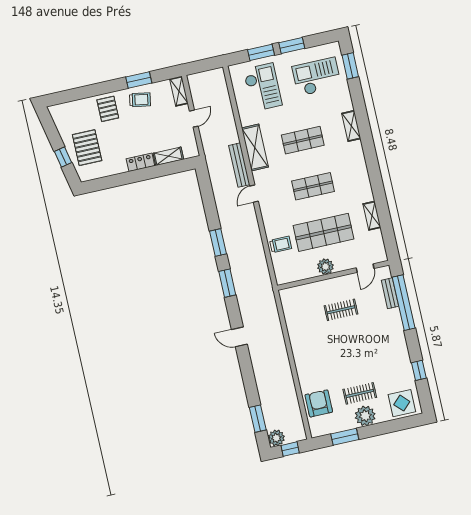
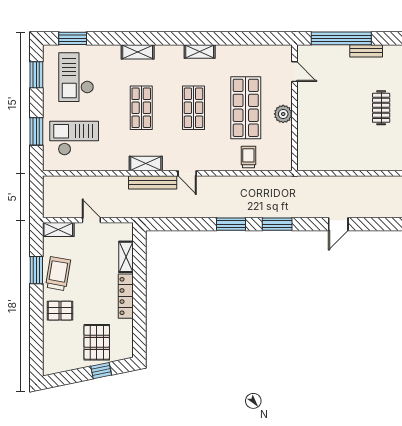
window: (292, 45) -> (36, 75), moved
trolley: (140, 100) -> (58, 274), width x1.36, depth x1.39
pallet: (87, 148) -> (97, 342), turned 90
shelving: (255, 148) -> (146, 164), width x0.67, depth x0.75
locker: (140, 162) -> (126, 296), width x1.53
shelving: (372, 216) -> (200, 51), moved
bench: (390, 293) -> (366, 51), moved
clothes rail: (341, 310) -> (381, 108), moved

